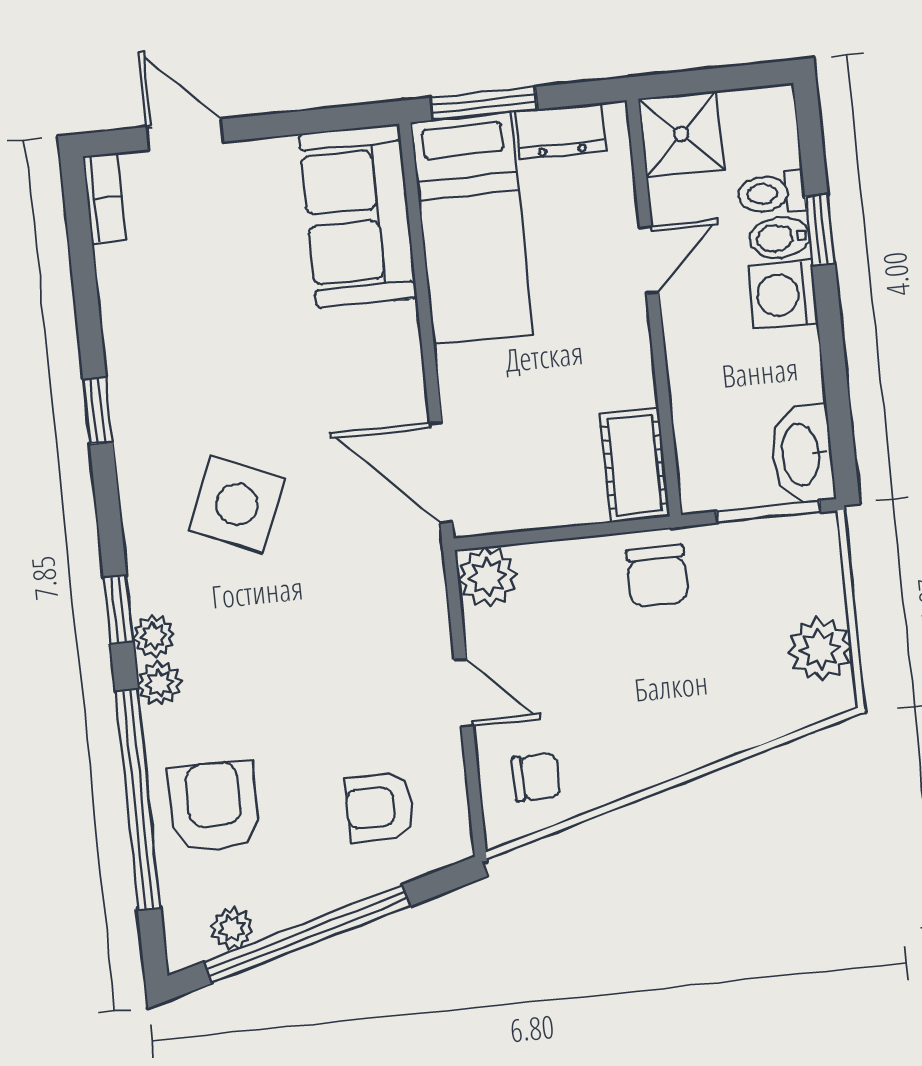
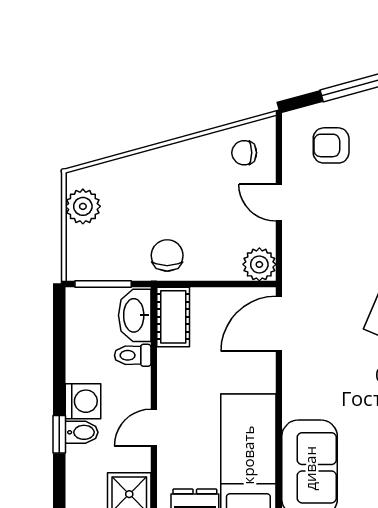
toilet: (771, 193) -> (133, 355), moved, turned 180
washbasin: (802, 454) -> (135, 315), moved, turned 180
door: (441, 472) -> (279, 324), swing flipped
armchair: (379, 807) -> (331, 145), turned 180

